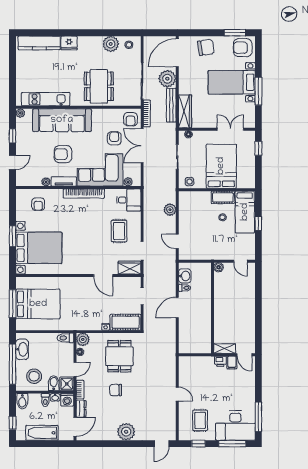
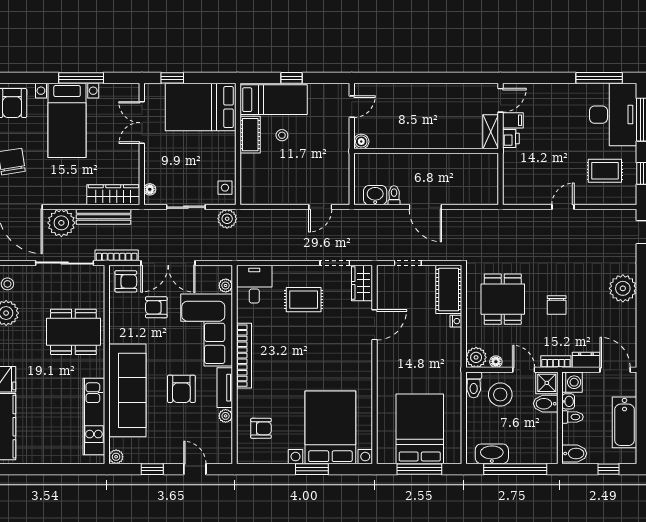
bed: (221, 166) -> (201, 107), moved
plant: (170, 210) -> (227, 219), moved
dining table: (119, 356) -> (503, 299), turned 90
stool: (34, 376) -> (500, 395), moved

